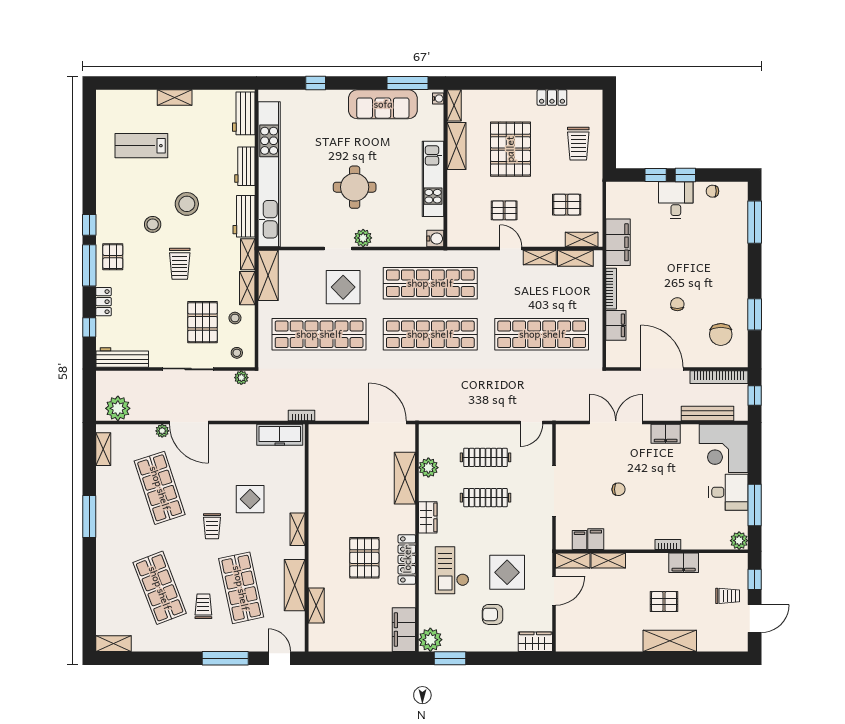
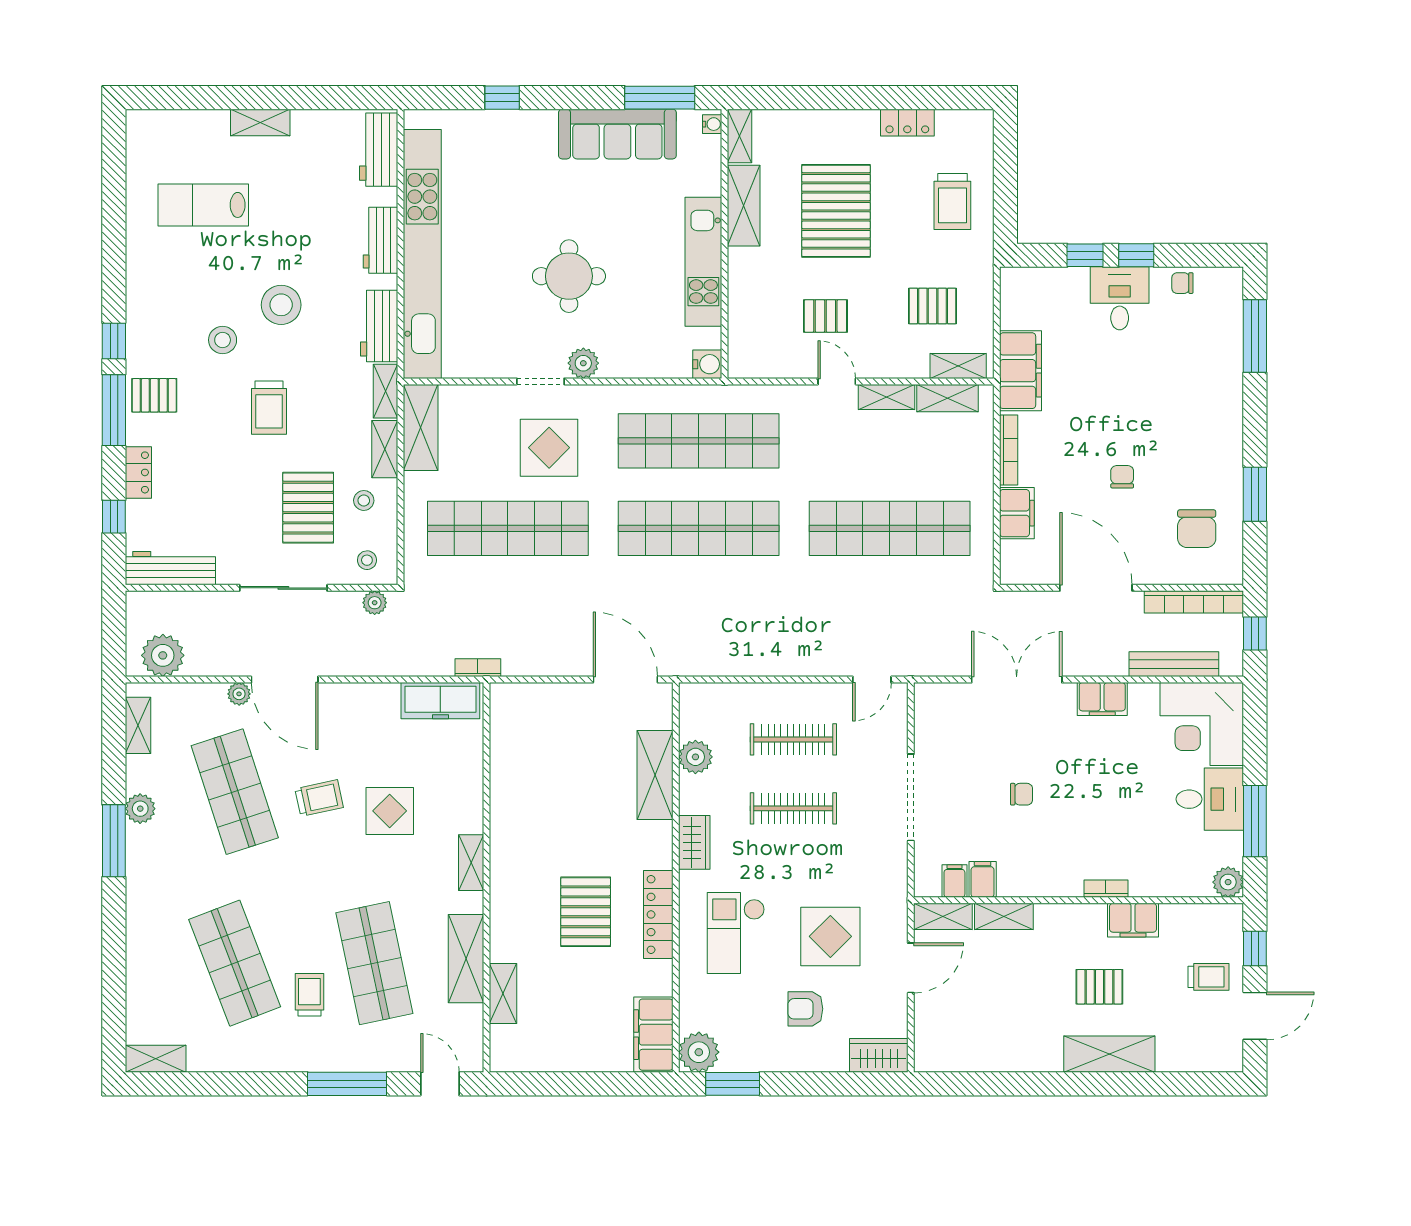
pallet: (113, 257) -> (154, 395), turned 90
plant: (105, 498) -> (140, 809), added
trolley: (212, 526) -> (319, 798), moved, turned -102

